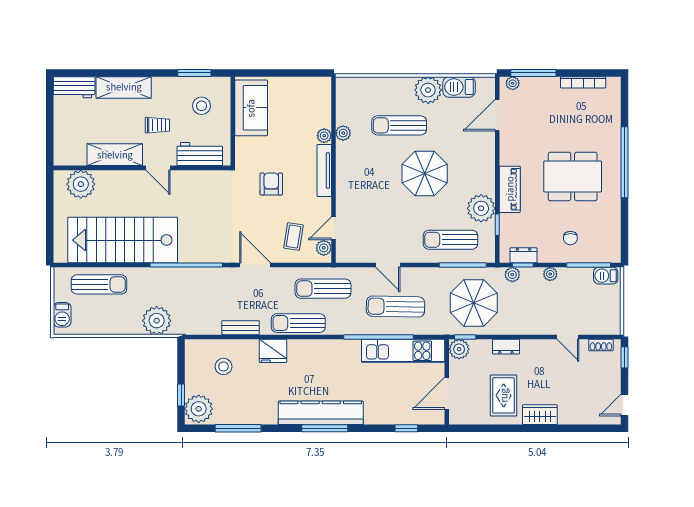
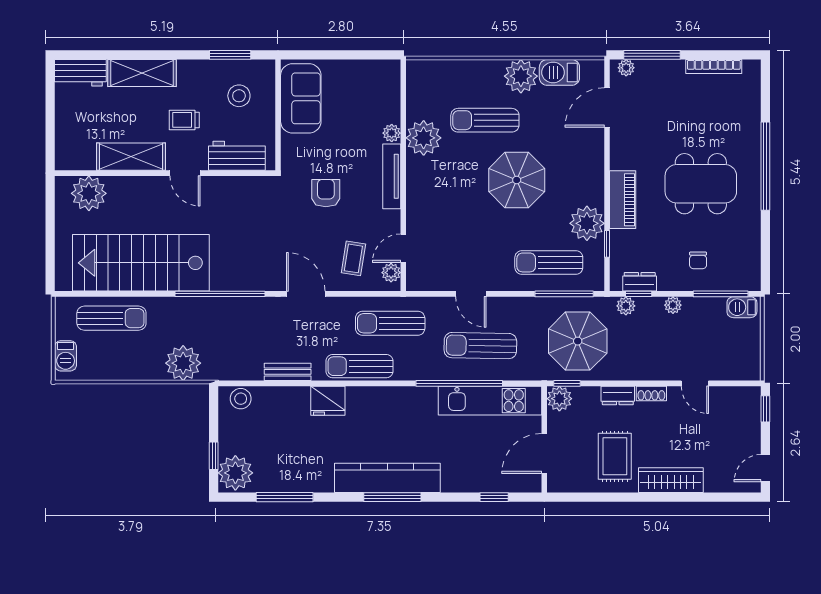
trolley: (157, 125) -> (184, 120), turned 180
plant: (343, 133) -> (424, 138), width x1.87, depth x1.87
shoe rack: (601, 345) -> (651, 393), moved
stool: (223, 367) -> (241, 399), moved
wardrobe: (540, 415) -> (671, 480), width x1.50

